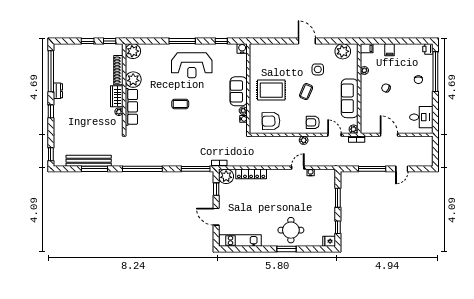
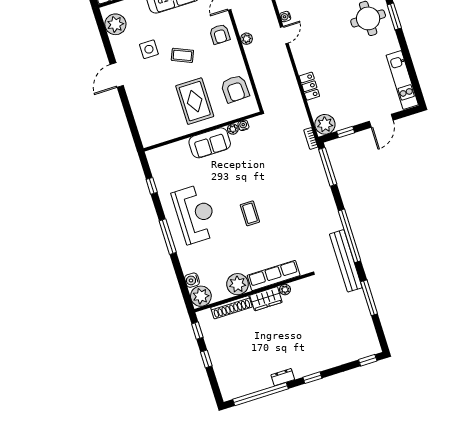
water cooler: (242, 48) -> (192, 280), moved
bench: (89, 161) -> (346, 261), moved
door: (298, 168) -> (284, 35), swing flipped
locker: (251, 174) -> (309, 86), width x0.66

